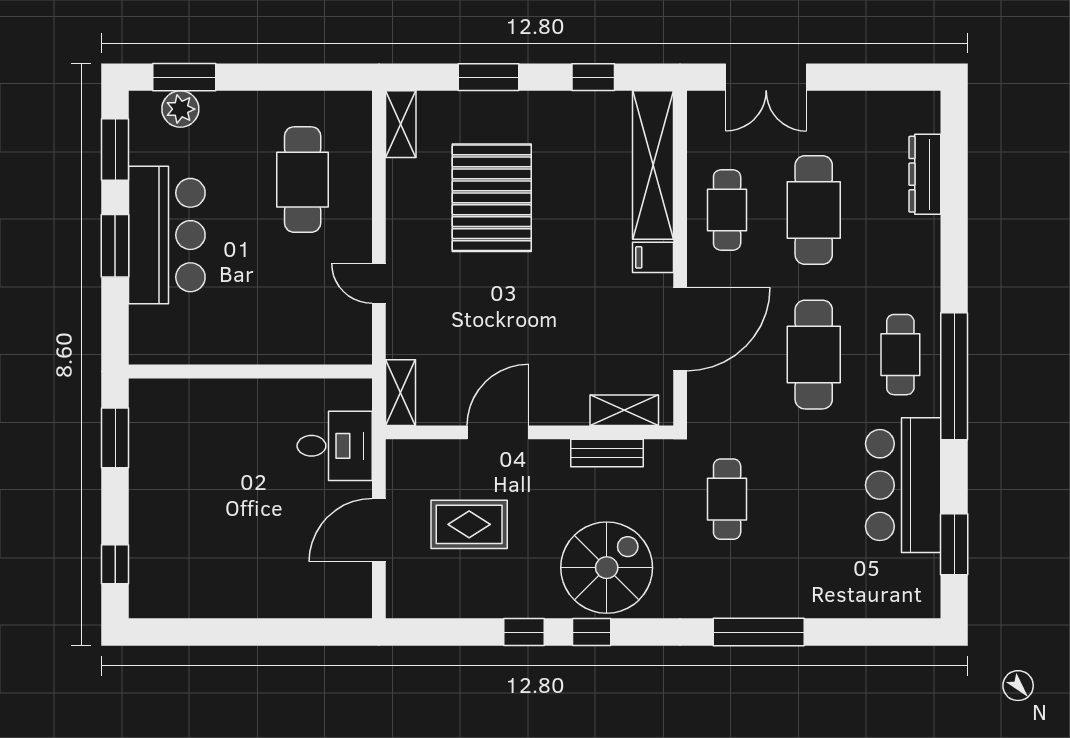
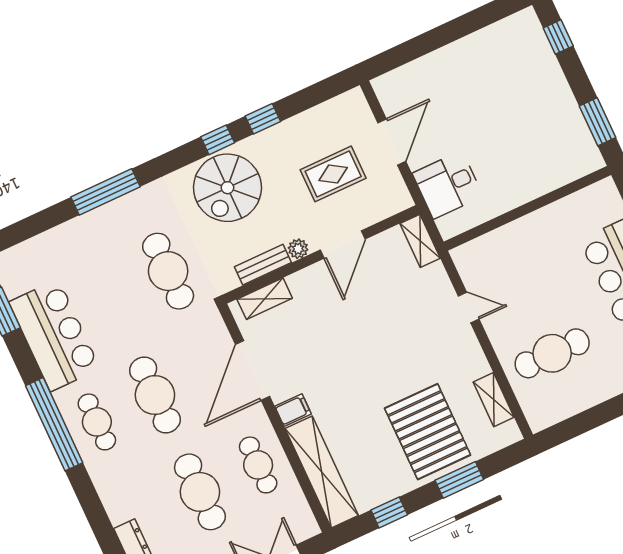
shelving: (401, 124) -> (494, 400), moved
cafe table: (303, 180) -> (552, 353), turned 90
pallet: (492, 198) -> (428, 432), moved
plant: (555, 453) -> (298, 249), added
cafe table: (727, 499) -> (168, 271), width x1.37, depth x1.35

